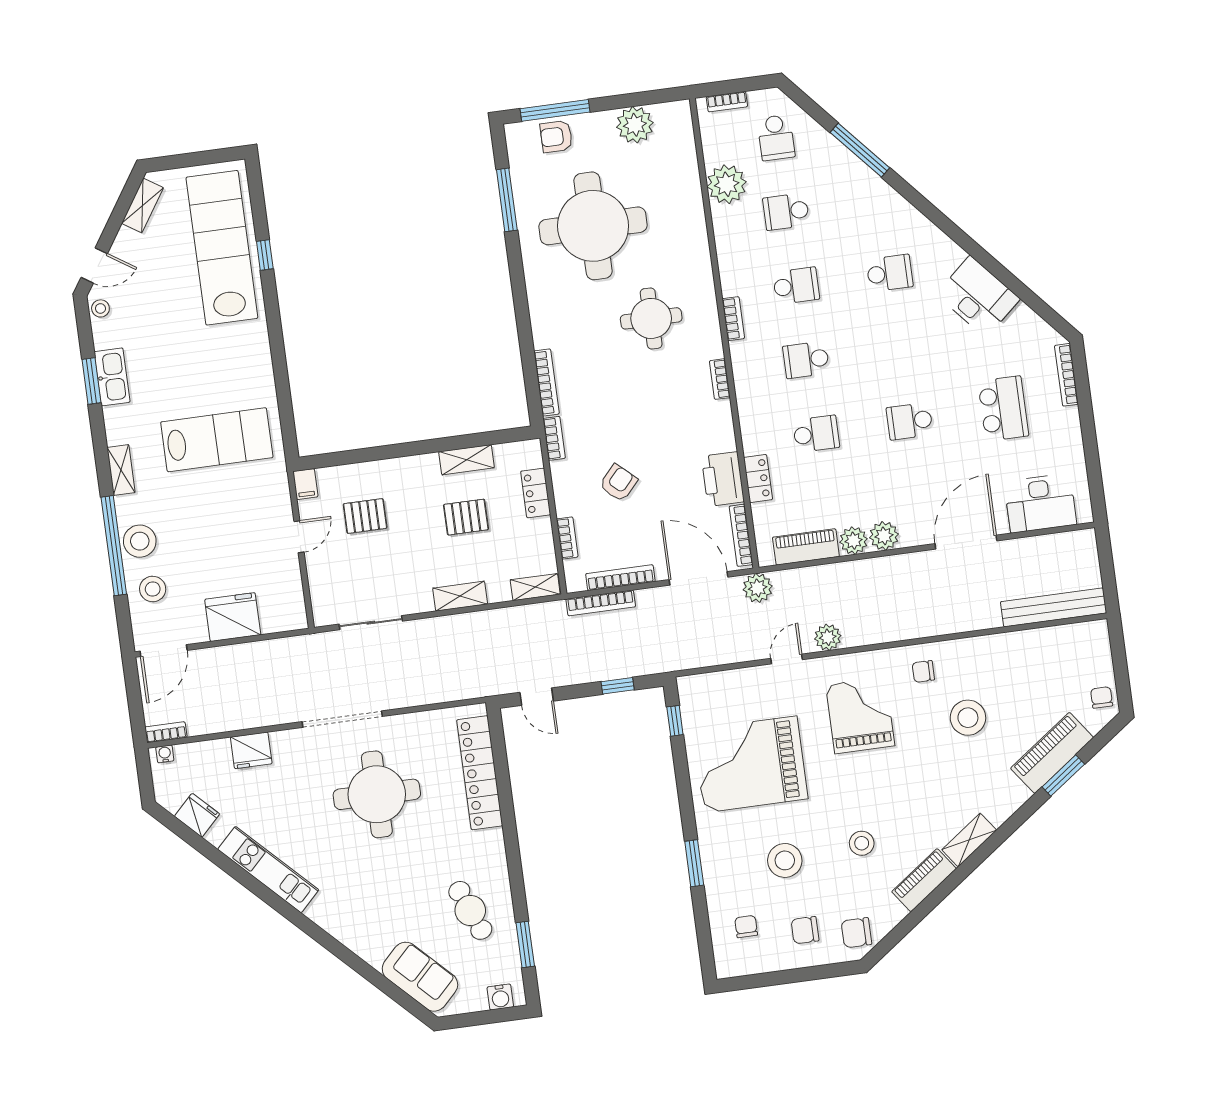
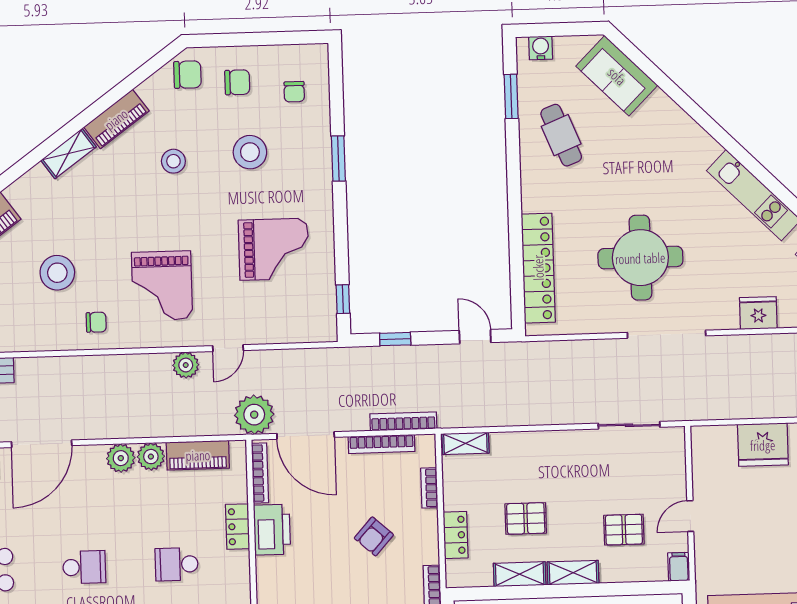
plant: (758, 588) -> (254, 415), width x1.36, depth x1.36
shelving: (460, 596) -> (573, 573), moved
grand piano: (750, 764) -> (274, 249), width x0.73, depth x0.68

